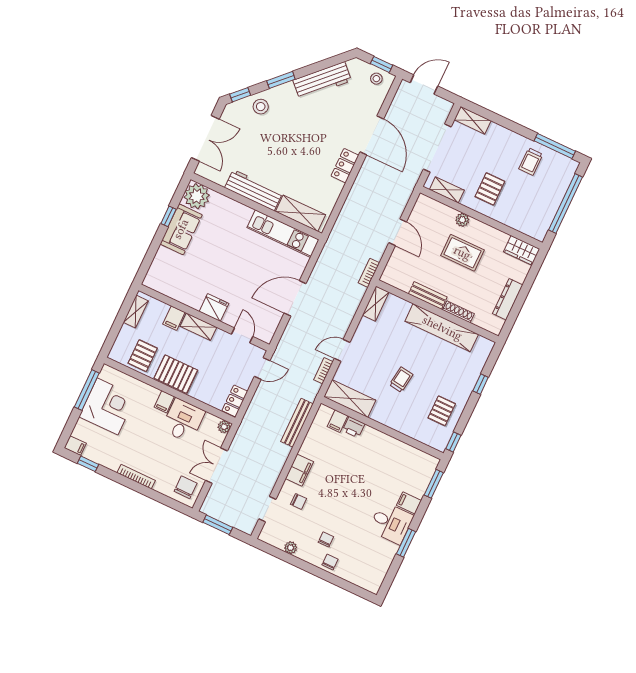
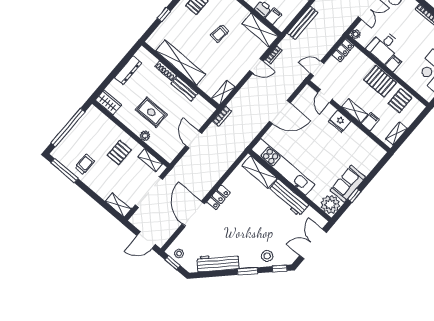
kitchen unit: (283, 234) -> (283, 167), width x1.36

